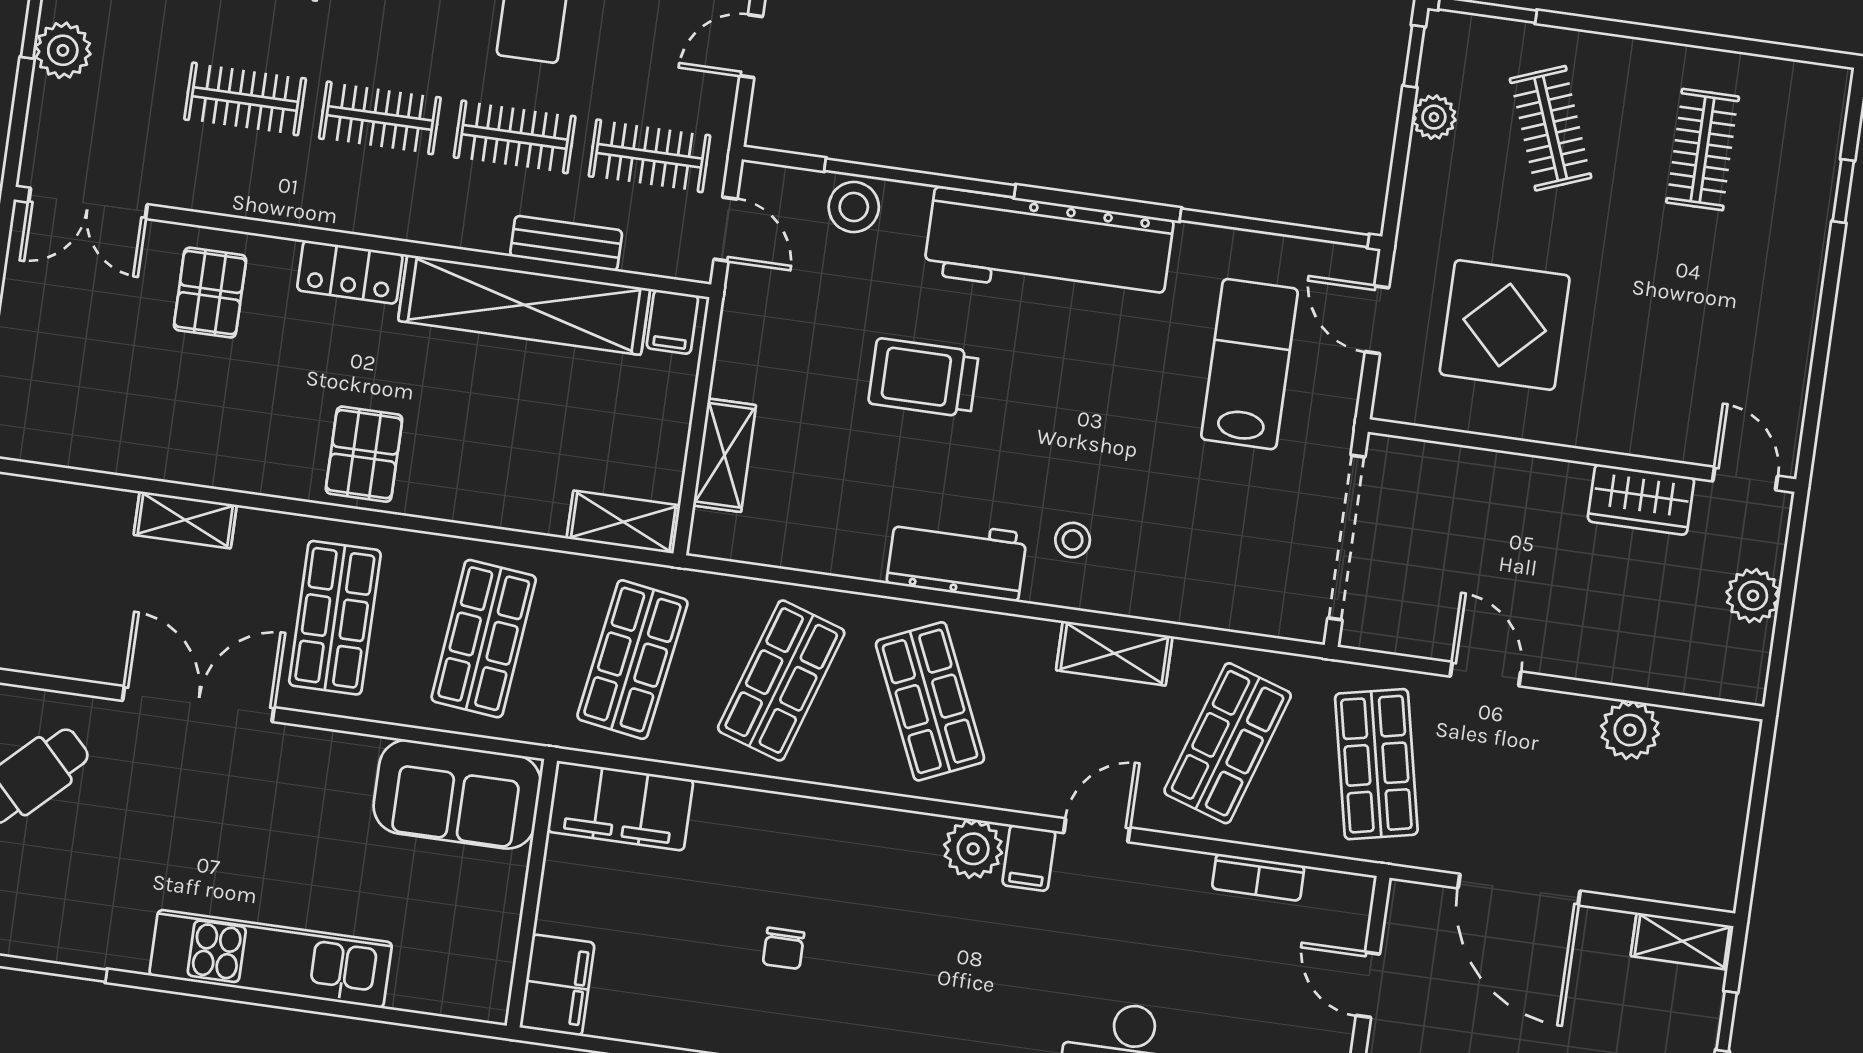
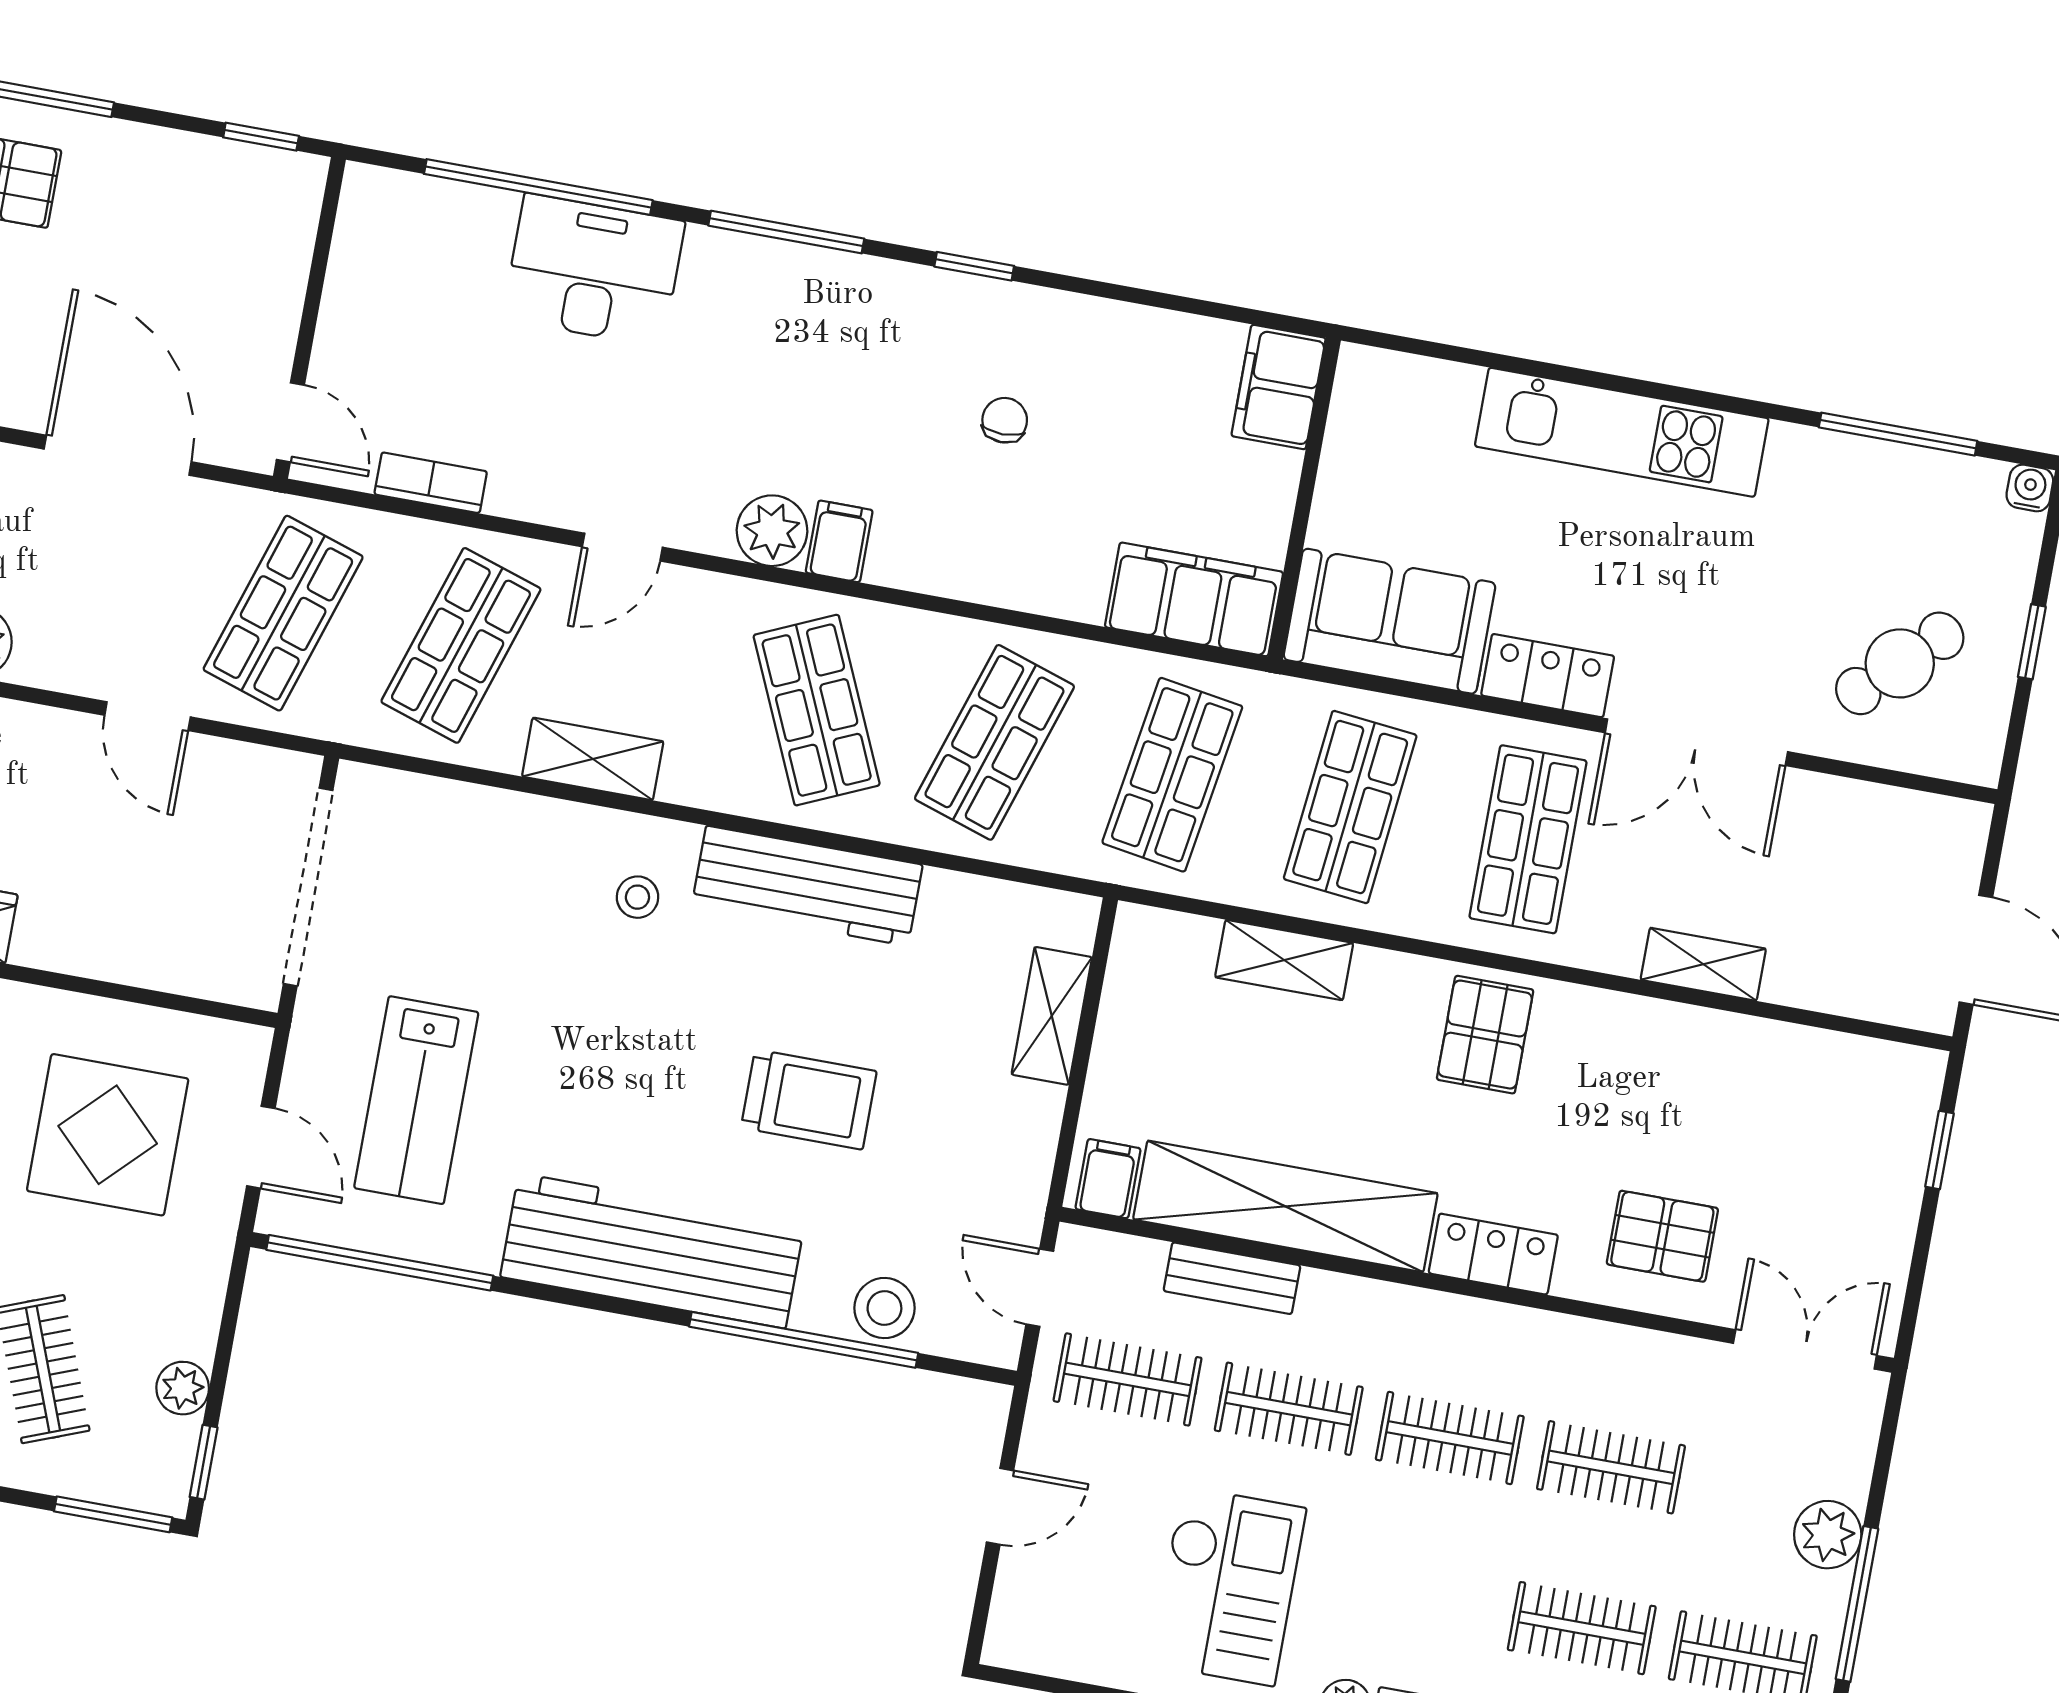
pallet: (210, 293) -> (1662, 1236), turned 90
shelving: (623, 522) -> (1284, 960), moved
workbench: (957, 559) -> (807, 886), width x1.38
locker: (324, 754) -> (1548, 676), added
shop shelf: (1376, 764) -> (283, 613), turned 30
filing cabinet: (1029, 858) -> (839, 541), moved
door: (1368, 985) -> (290, 422), moved

